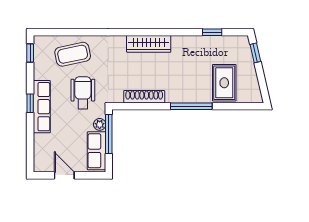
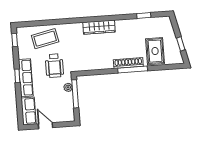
window: (255, 53) -> (181, 44), moved
wheelchair: (83, 93) -> (54, 66), turned 180
shoe rack: (144, 97) -> (128, 63), moved
row of seats: (97, 151) -> (29, 111), moved, turned 180

